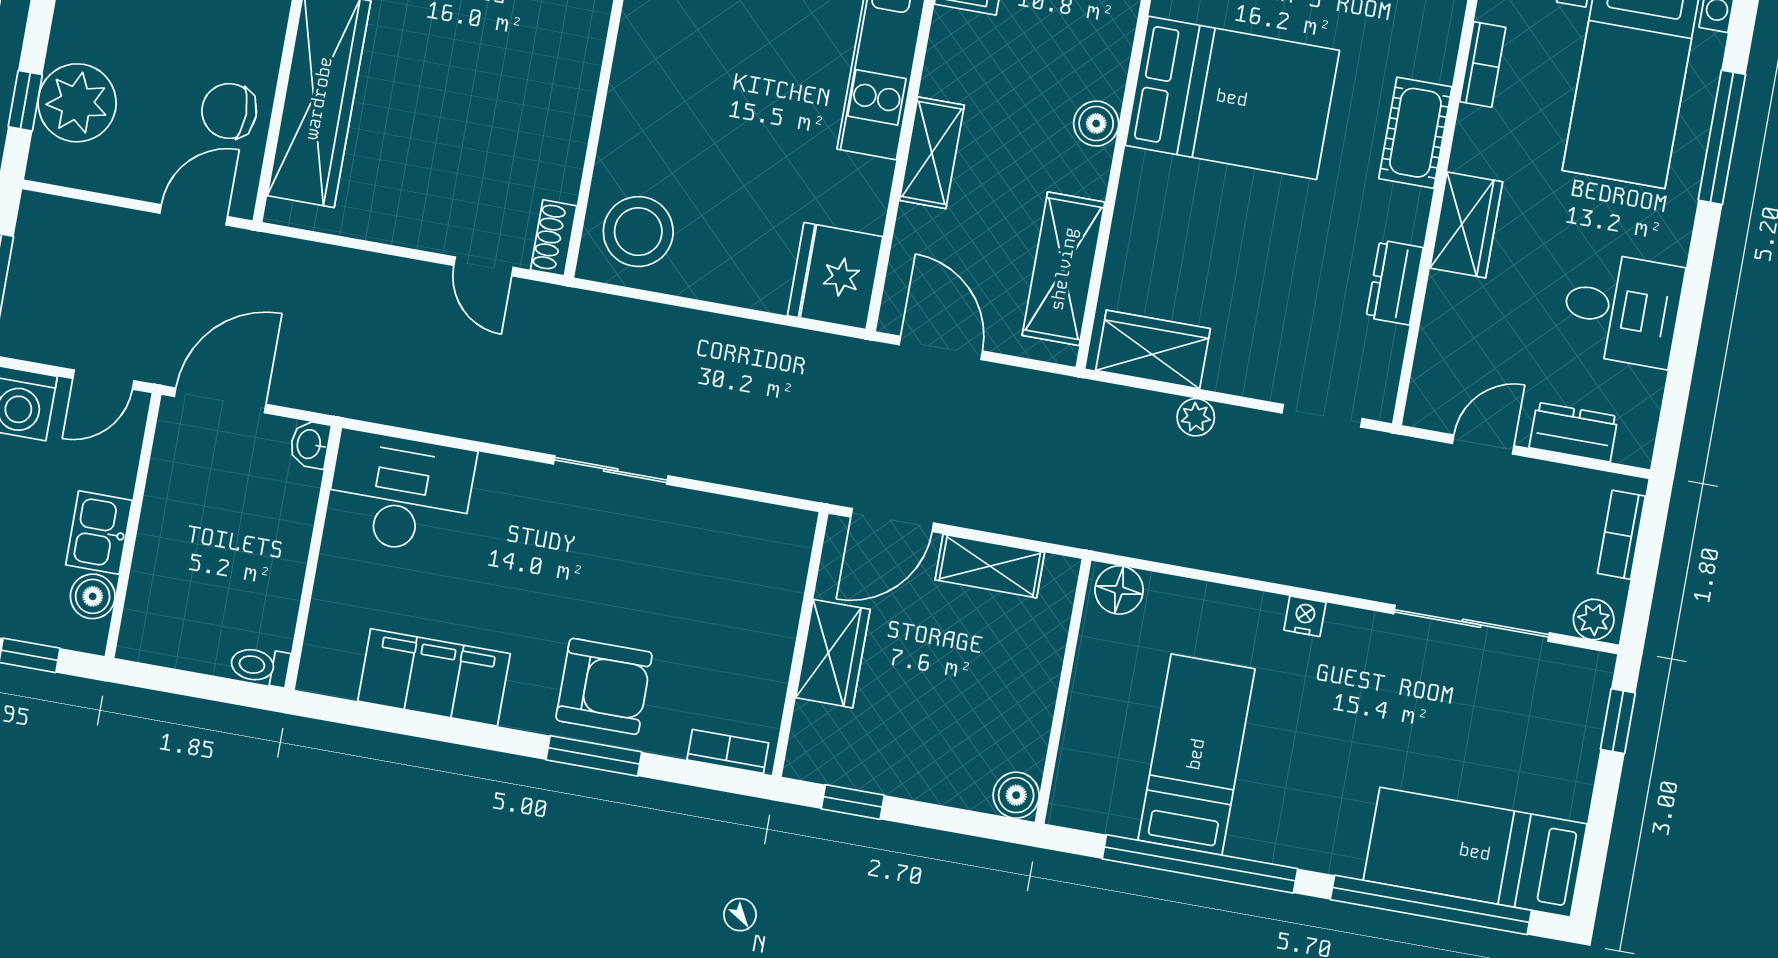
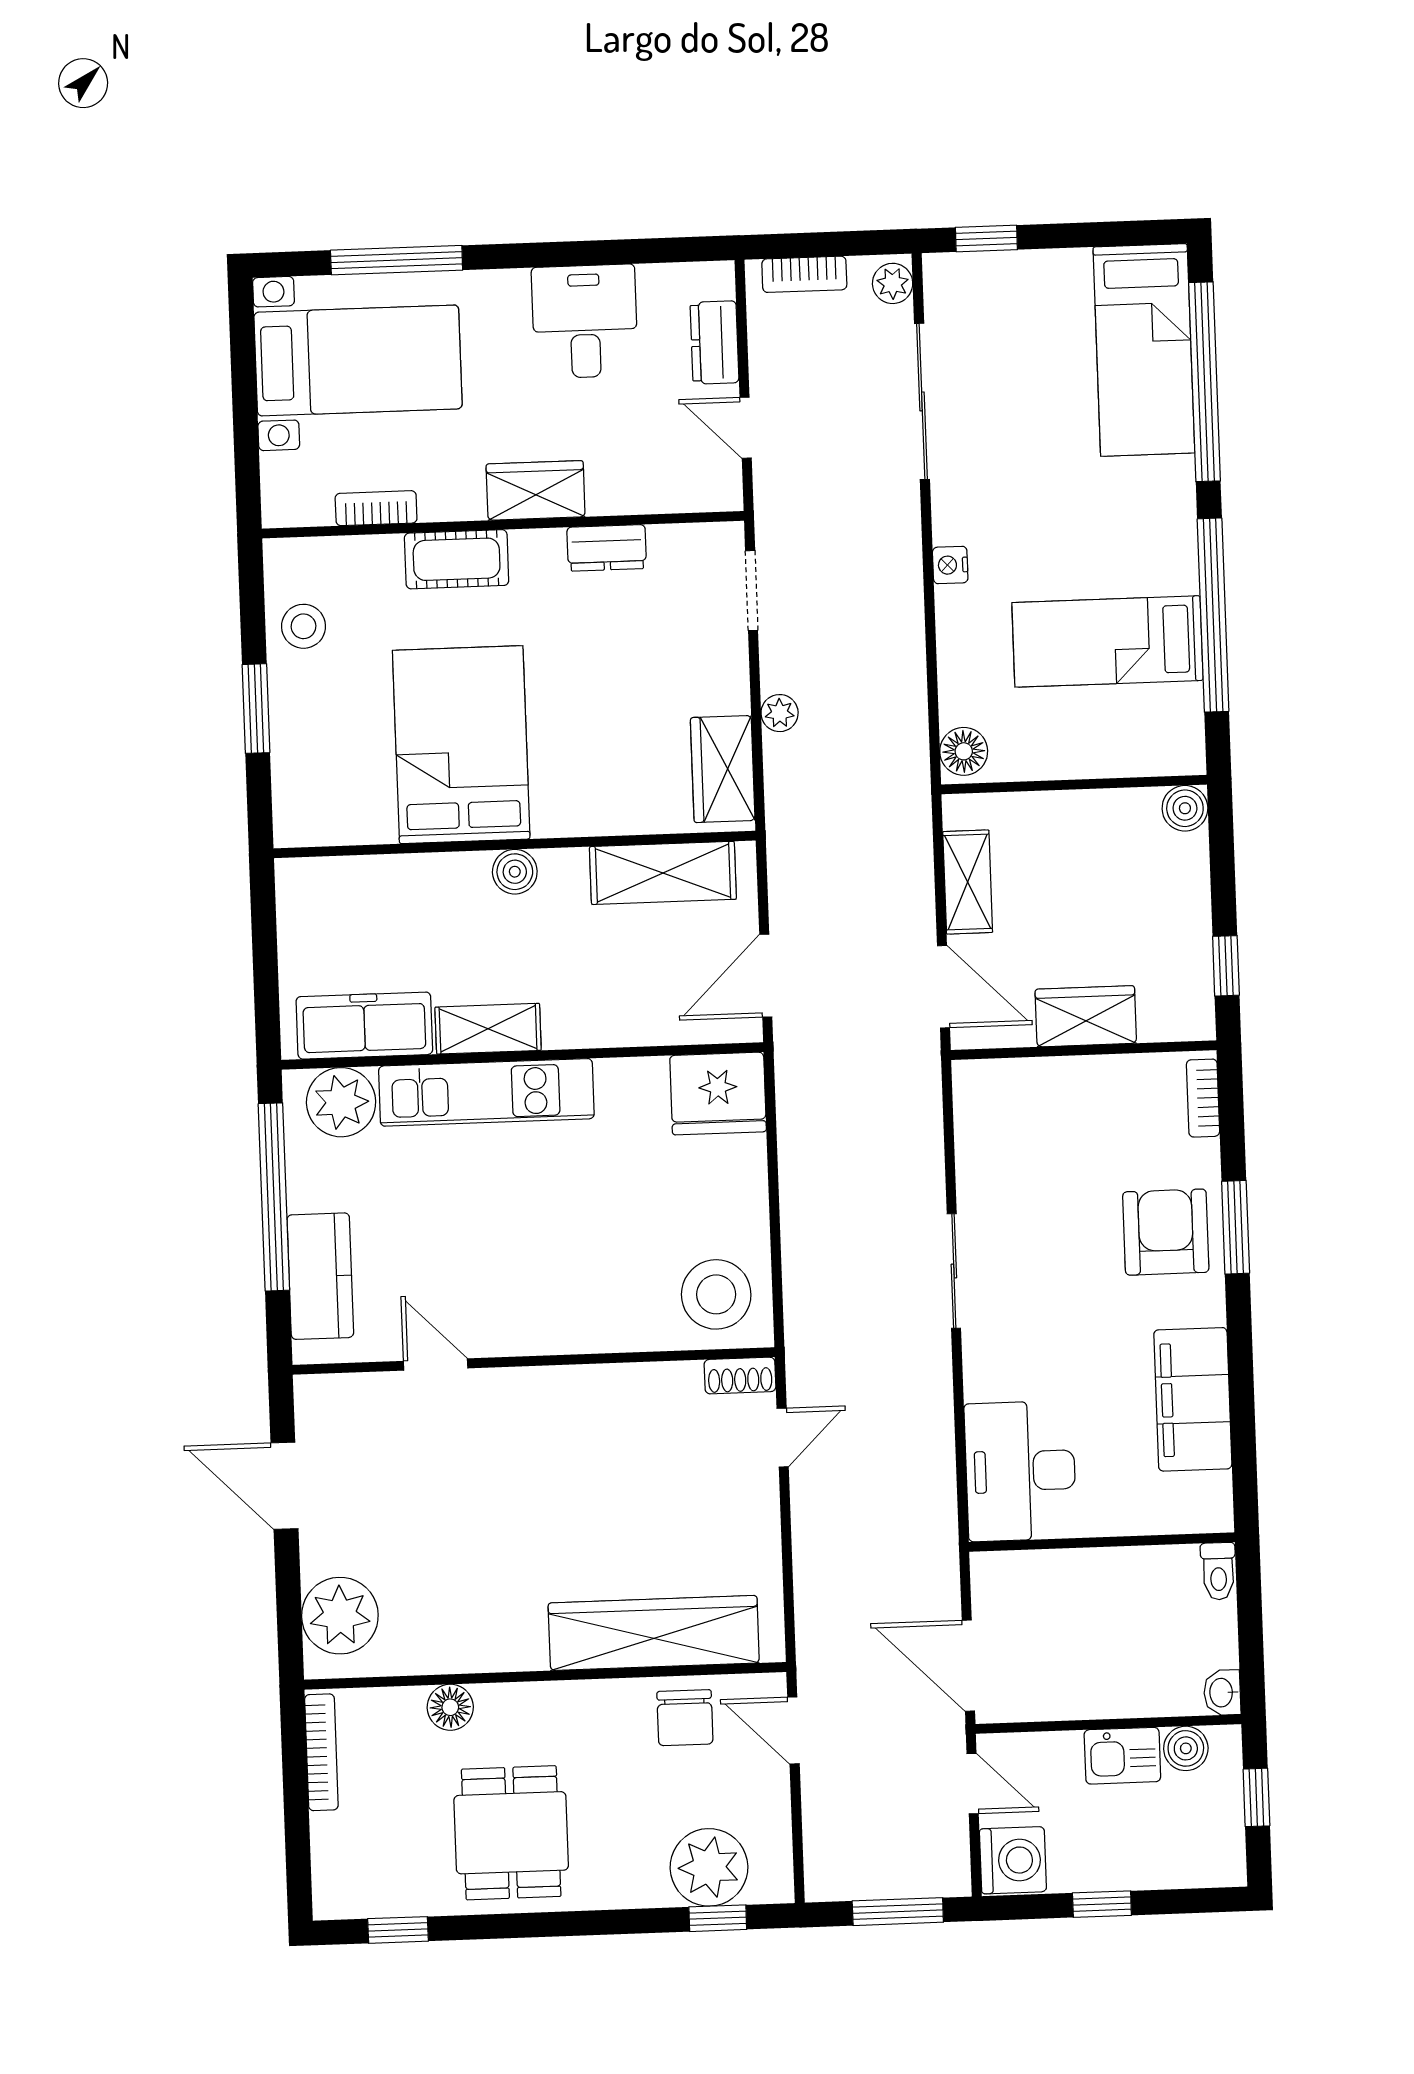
shelving: (932, 153) -> (488, 1029), moved
washbasin: (310, 444) -> (1222, 1693), moved, turned 90

